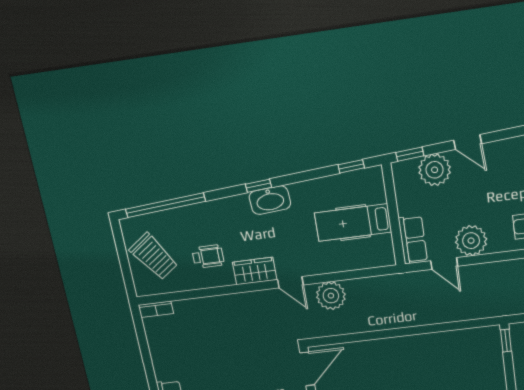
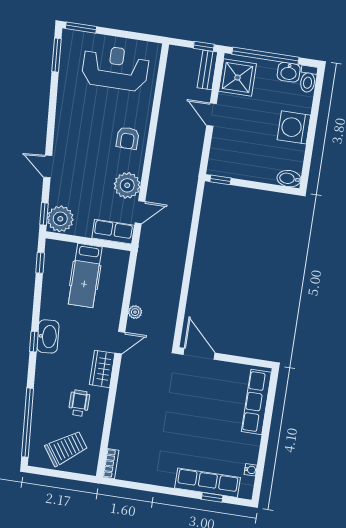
door: (468, 142) -> (48, 166), swing flipped
plant: (435, 170) -> (60, 219), moved
plant: (331, 296) -> (135, 312), width x0.53, depth x0.53

